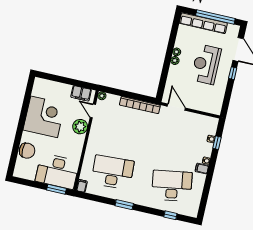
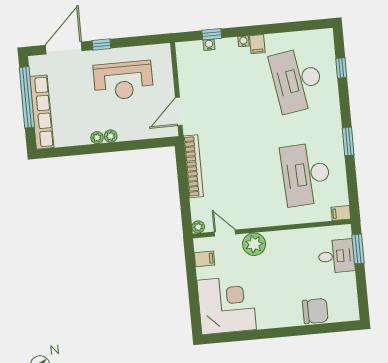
reception desk: (206, 64) -> (123, 81), moved
filing cabinet: (81, 93) -> (204, 259), width x0.50
door: (93, 111) -> (225, 233), swing flipped
corner desk: (44, 117) -> (227, 305), moved, turned 90
chair: (27, 151) -> (315, 311), turned 90
desk: (57, 171) -> (336, 256), width x0.53, depth x0.77

